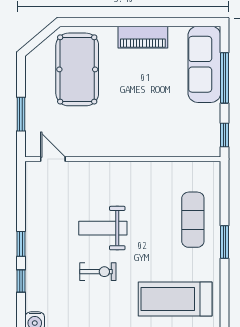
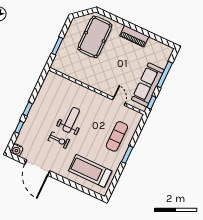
sofa: (204, 64) -> (148, 85), moved
door: (53, 159) -> (119, 101), moved
weight bench: (103, 228) -> (71, 120), turned 90

